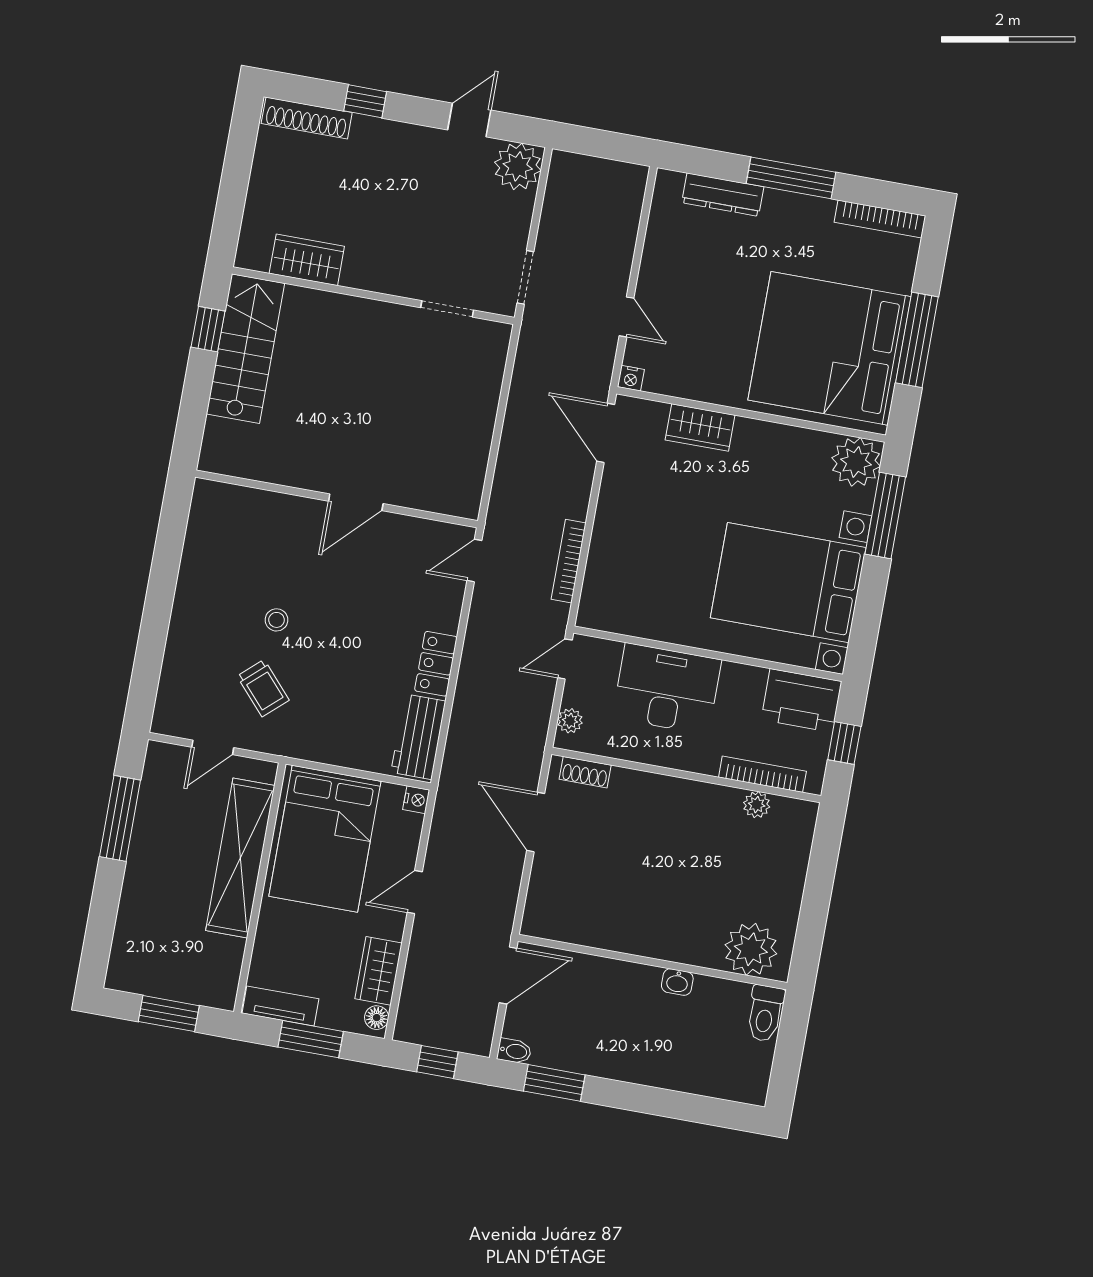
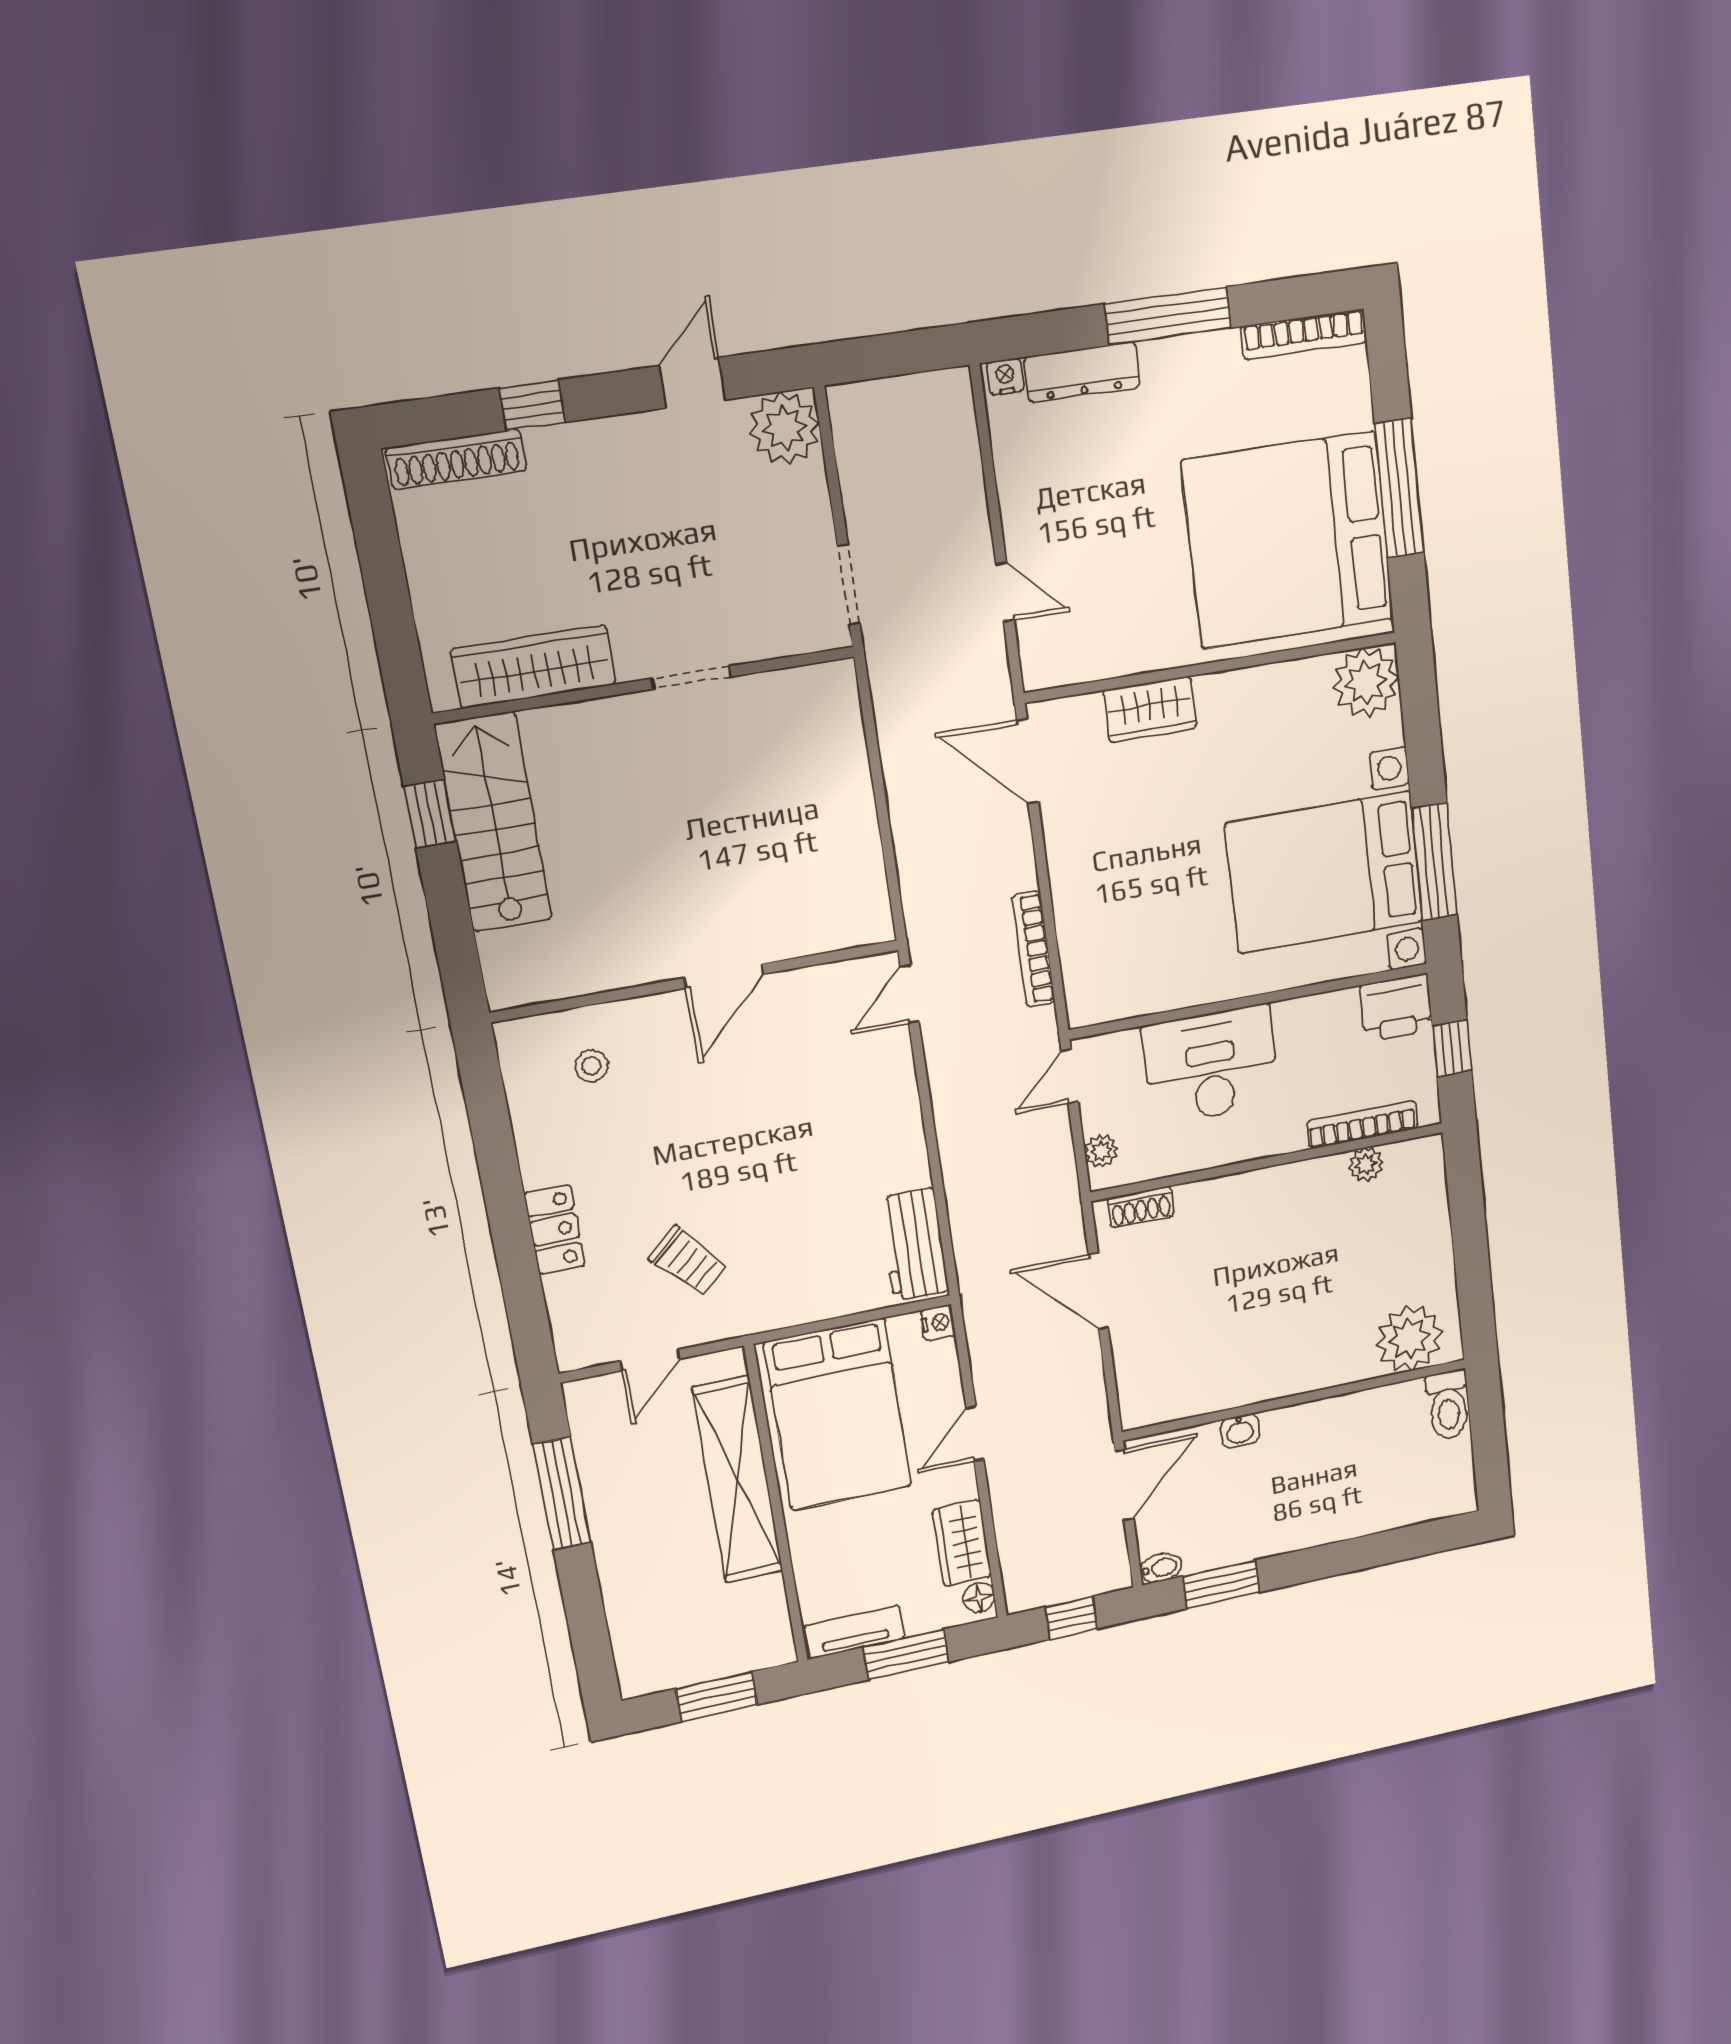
wardrobe: (307, 260) -> (534, 667), width x1.50
doorway: (447, 309) -> (691, 678), moved
nightstand: (631, 378) -> (1005, 377), moved, turned 180
window: (885, 515) -> (1434, 862), moved
stool: (276, 620) -> (591, 1066), moved
locker: (436, 664) -> (554, 1230), moved, turned 180
printer: (801, 700) -> (1396, 1008), width x0.73, depth x0.84
washbasin: (677, 982) -> (1240, 1431), moved

